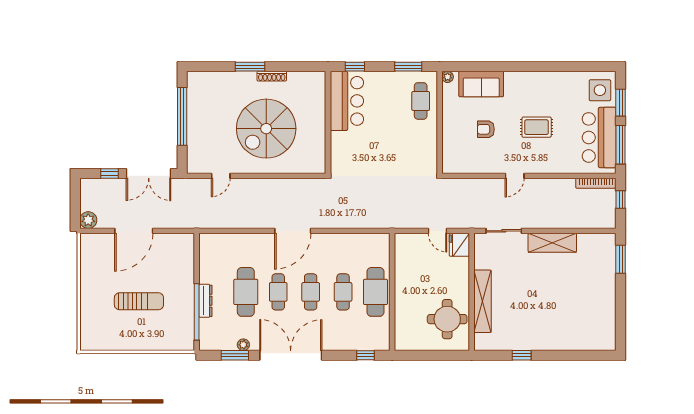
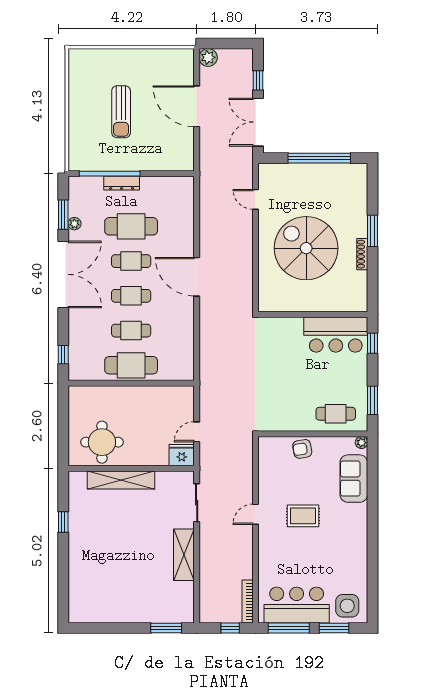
rug: (537, 127) -> (303, 516), moved, turned 90
armchair: (486, 129) -> (302, 449), moved, turned -100
door: (515, 176) -> (256, 514), hinge flipped

